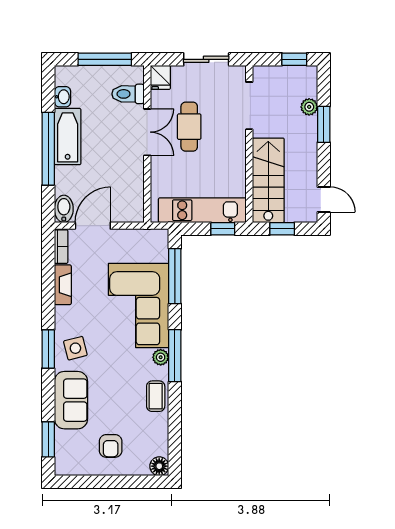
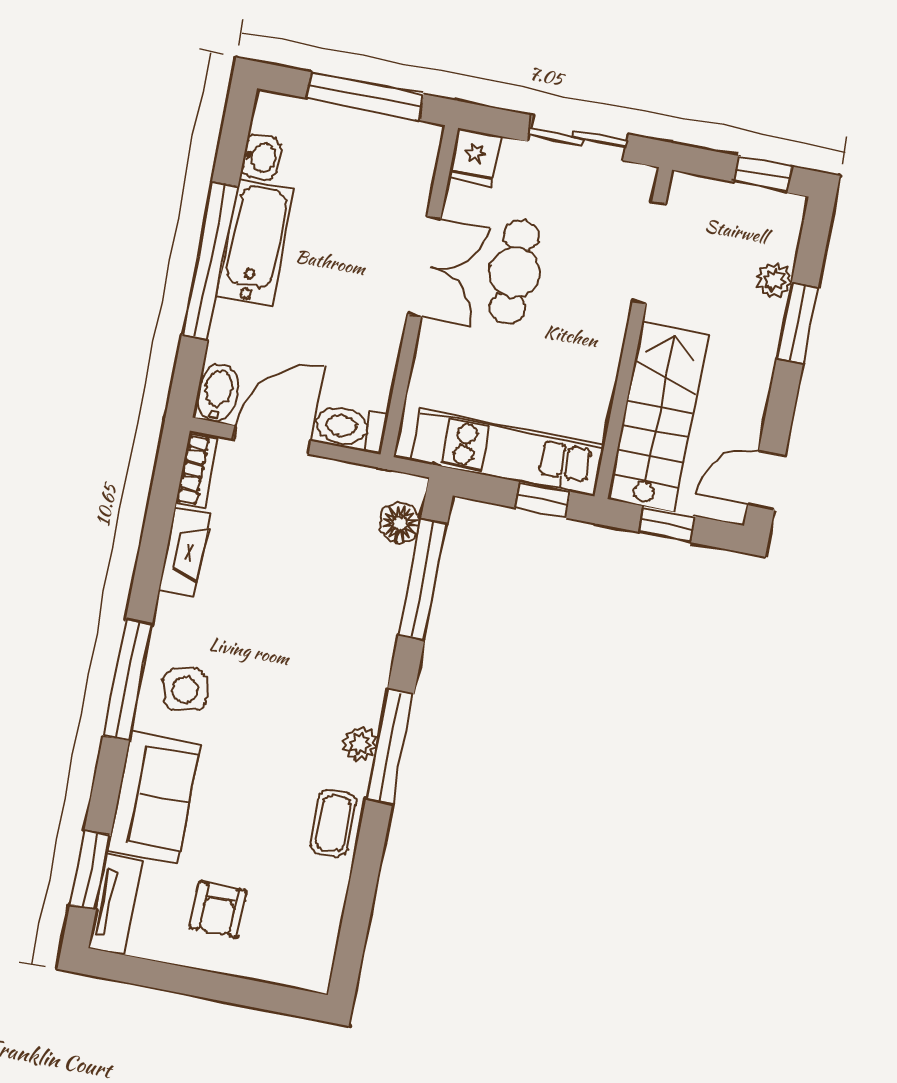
toilet: (128, 94) -> (351, 427), moved
door: (324, 200) -> (767, 480), swing flipped
corner sofa: (139, 305) -> (335, 626), removed
window: (48, 349) -> (127, 680), width x1.44
tv unit: (63, 453) -> (116, 904), added
floor lamp: (159, 466) -> (400, 523), moved

